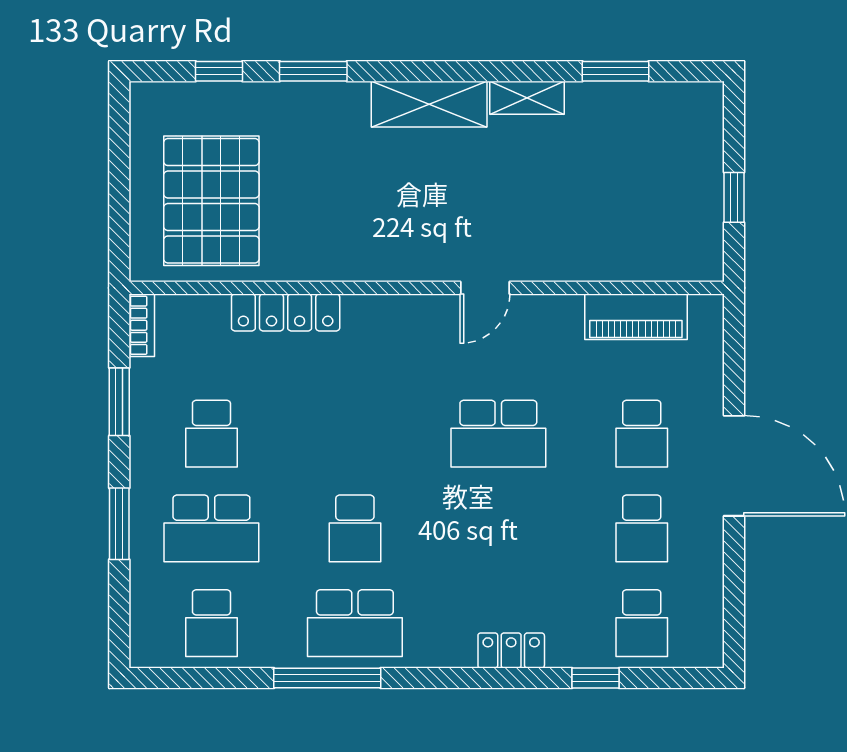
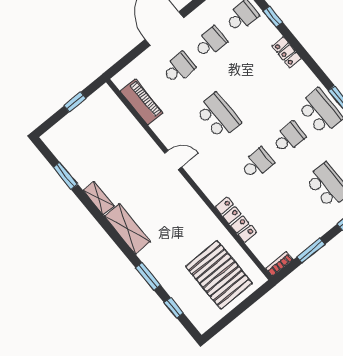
pallet: (211, 201) -> (219, 275), turned 90
school desk: (211, 434) -> (257, 164), moved

